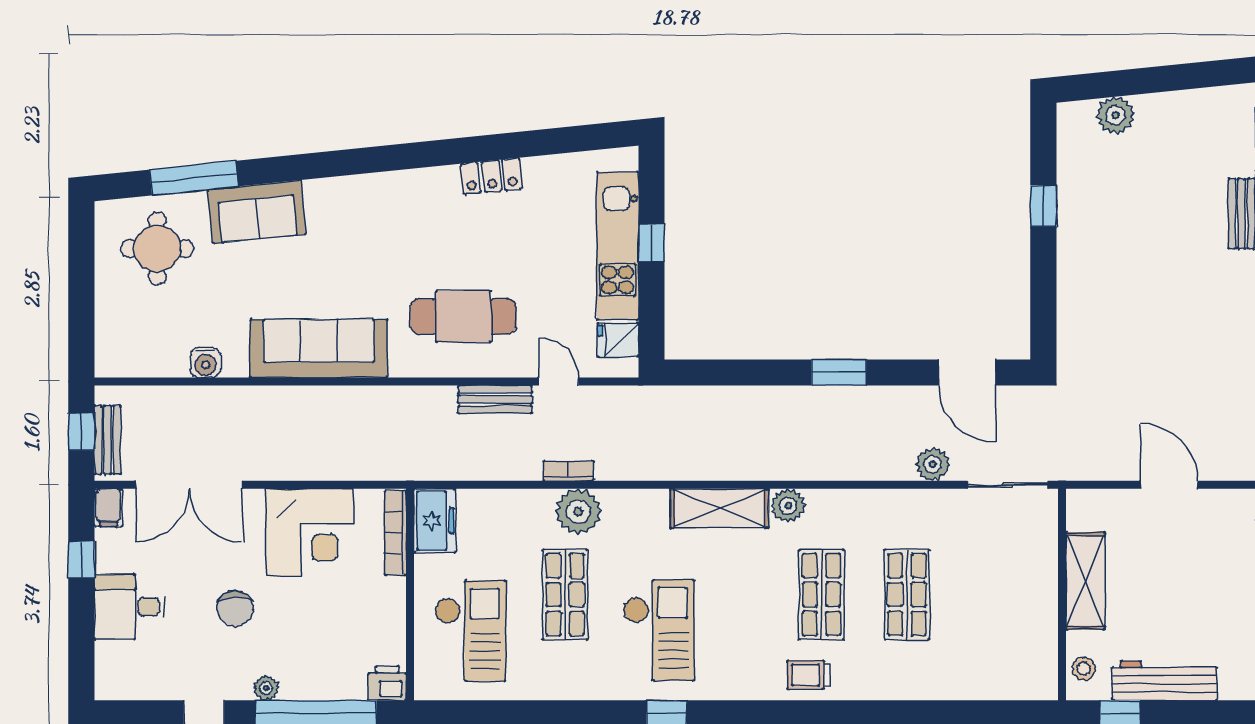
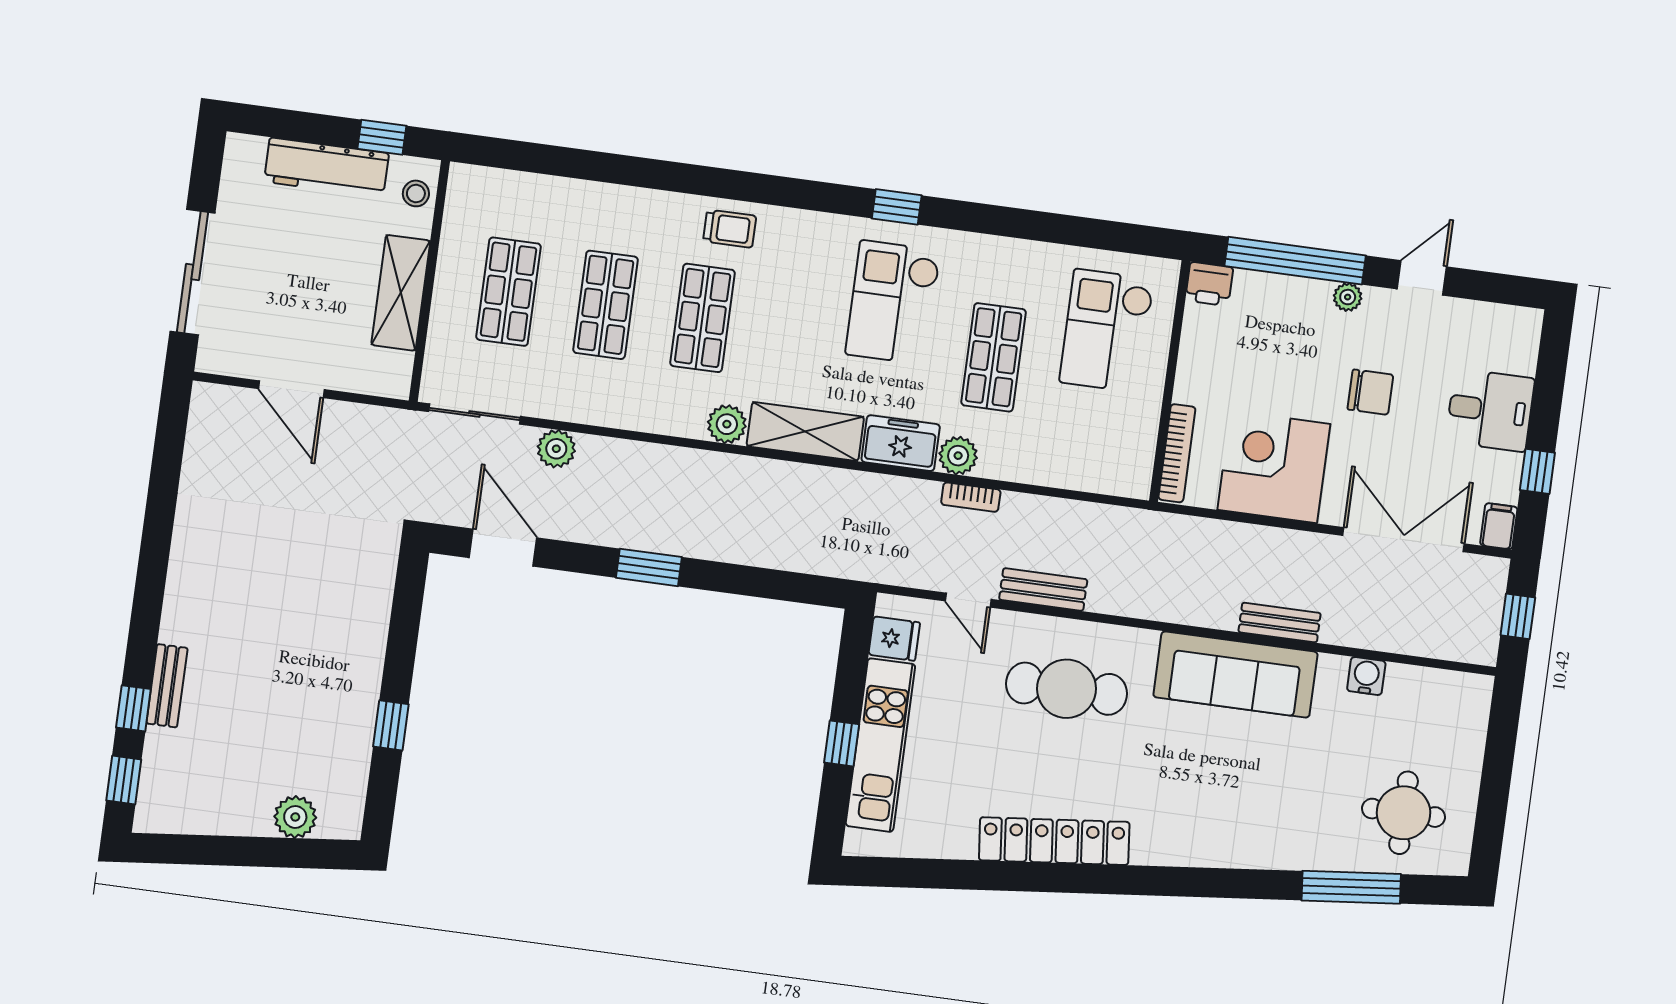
locker: (492, 176) -> (1054, 841), width x2.16, depth x1.21
sofa: (257, 212) -> (1285, 839), removed
bench: (107, 440) -> (1280, 623), moved, turned 90
plant: (578, 511) -> (958, 456), width x0.73, depth x0.73
freezer: (435, 521) -> (901, 443), moved, turned 90
shop shelf: (992, 595) -> (509, 292), added
chair: (235, 609) -> (1370, 392), turned 90

